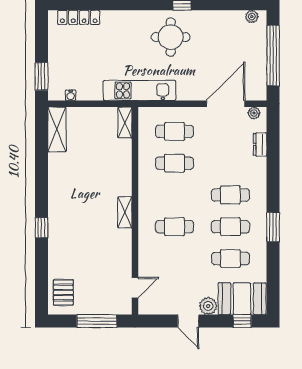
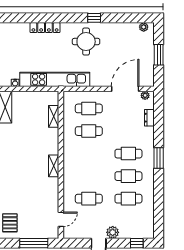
locker: (79, 17) -> (45, 28), moved
window: (273, 56) -> (159, 55), width x0.47
kitchen unit: (140, 90) -> (55, 79), width x1.36
shelving: (125, 122) -> (54, 116), moved
cafe table: (175, 227) -> (89, 199), moved
window: (273, 227) -> (159, 158), moved
booth: (242, 299) -> (137, 227), removed

